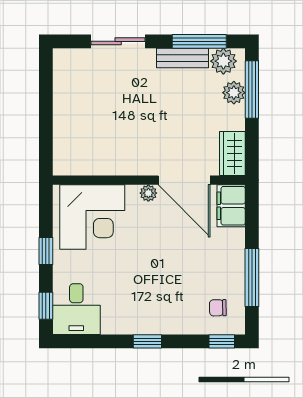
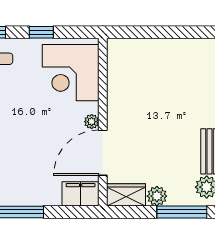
plant: (234, 93) -> (157, 196), moved

